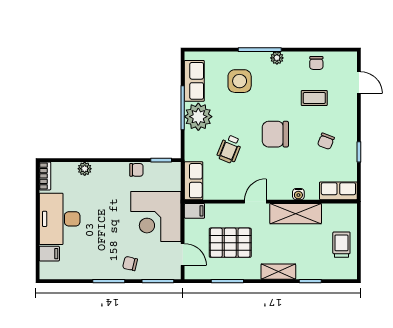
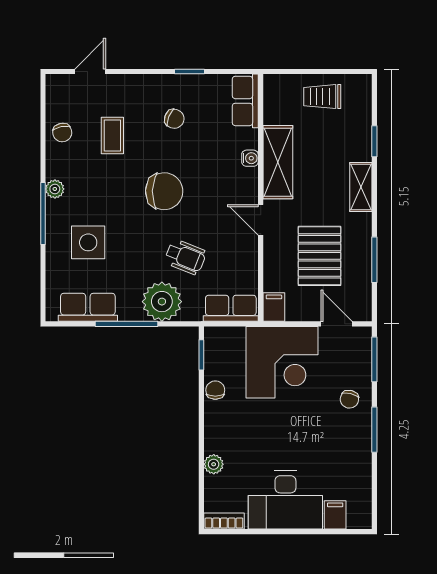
chair: (316, 63) -> (62, 133), turned 79
plant: (198, 117) -> (162, 302), moved
chair: (275, 134) -> (164, 191), turned -88
door: (183, 254) -> (336, 324), hinge flipped

